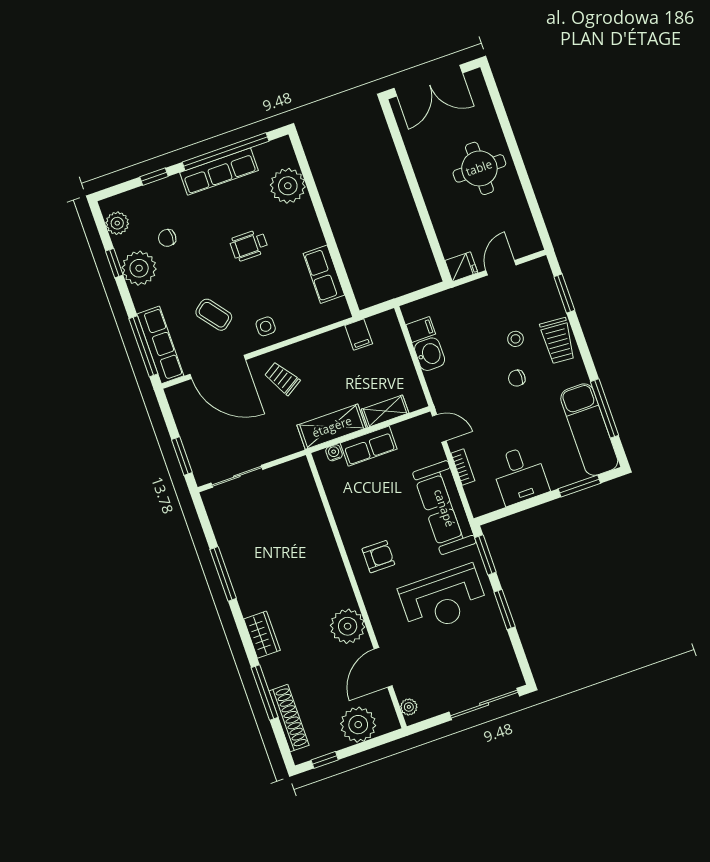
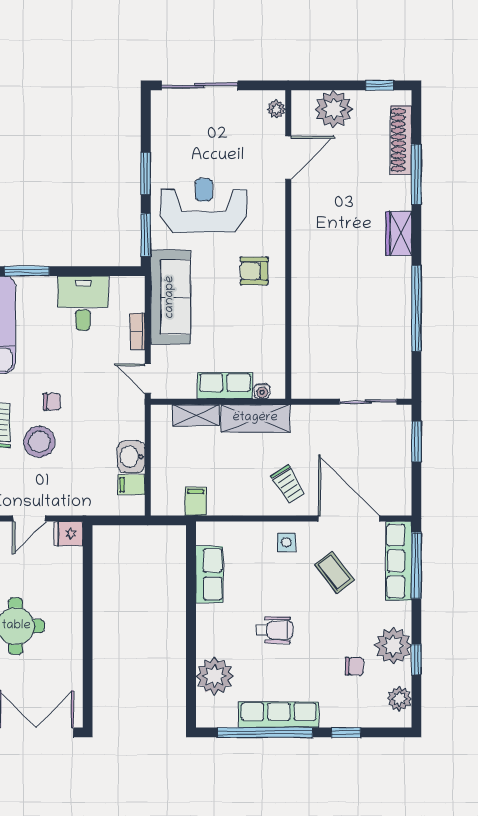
stool: (516, 339) -> (39, 442), width x1.89, depth x1.89
window: (223, 574) -> (416, 308), width x1.46
plant: (348, 626) -> (310, 212), removed

